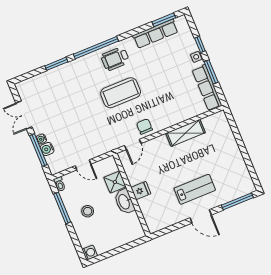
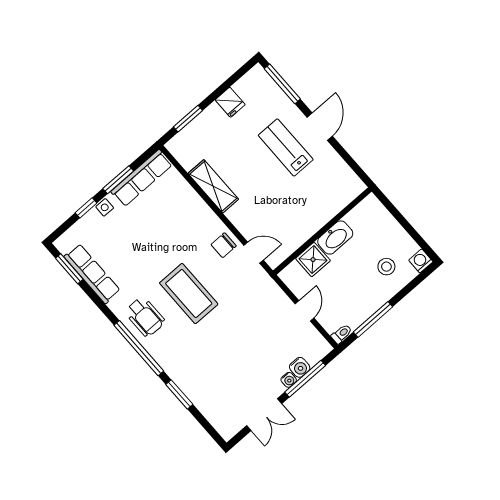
window: (236, 132) -> (188, 119), added
fridge: (141, 191) -> (230, 102), moved, turned 180
stool: (88, 211) -> (386, 267), moved

